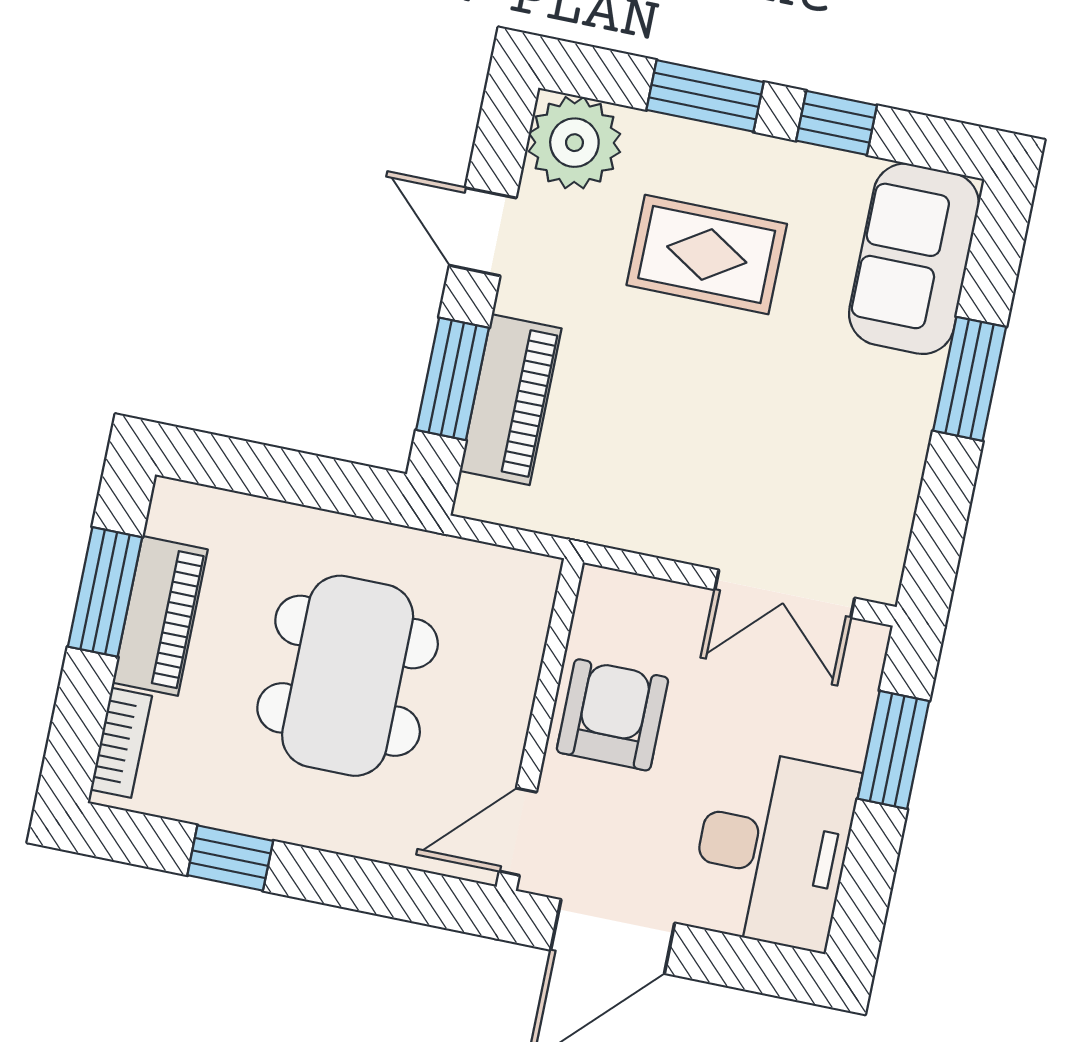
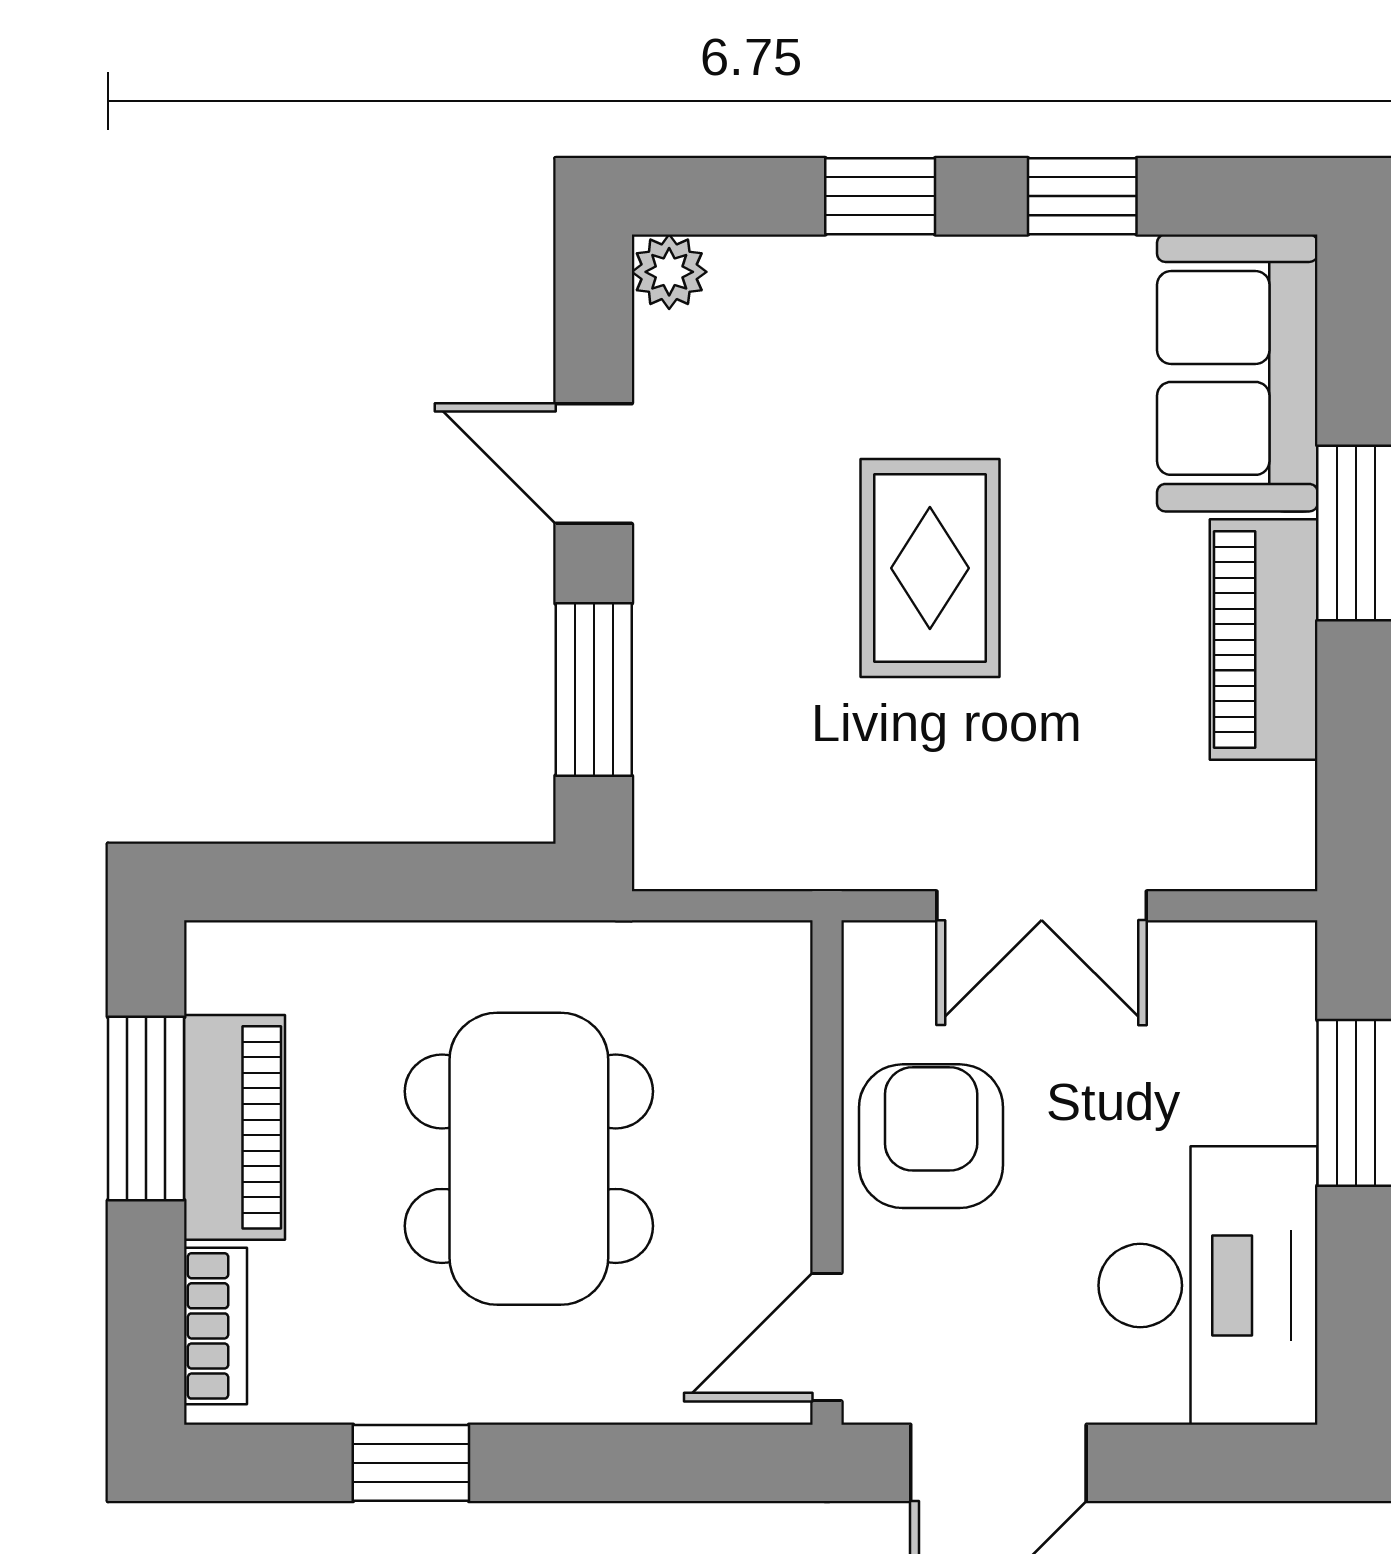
window: (705, 96) -> (880, 196), width x0.67
plant: (574, 143) -> (669, 272), width x0.53, depth x0.53
rug: (707, 254) -> (930, 568), moved, turned 90
piano: (511, 400) -> (1264, 640), moved, turned 180
double door: (785, 594) -> (1042, 906), moved

